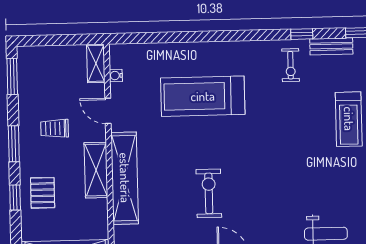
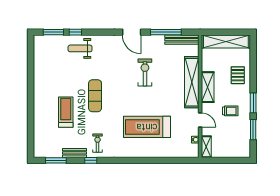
window: (12, 76) -> (253, 130), moved
treadmill: (203, 96) -> (147, 127), turned 180
exercise mat: (297, 150) -> (95, 96), added
exercise bike: (209, 193) -> (145, 73), turned 180
window: (15, 197) -> (253, 73), removed

